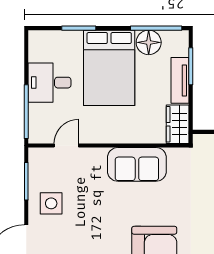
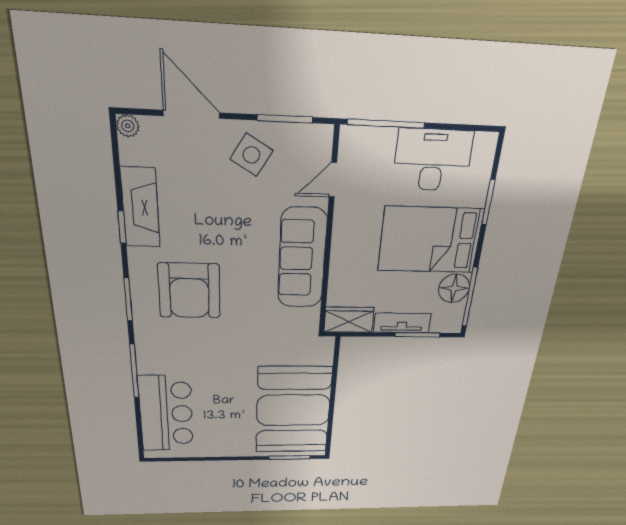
desk: (50, 83) -> (433, 160), width x1.37
door: (66, 146) -> (333, 180), swing flipped
sofa: (137, 164) -> (302, 258), width x1.36
side table: (51, 203) -> (251, 155), turned 31

